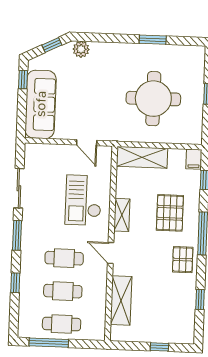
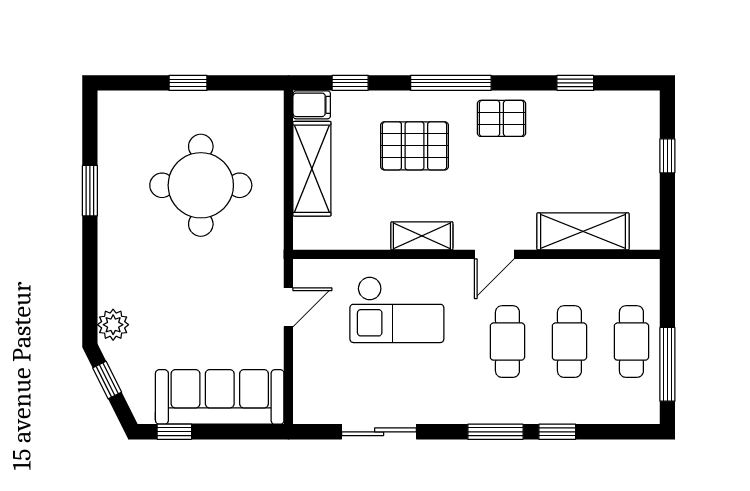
shelving: (142, 157) -> (312, 169), moved
window: (17, 235) -> (495, 432), moved

